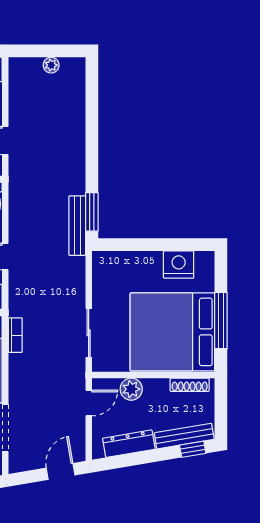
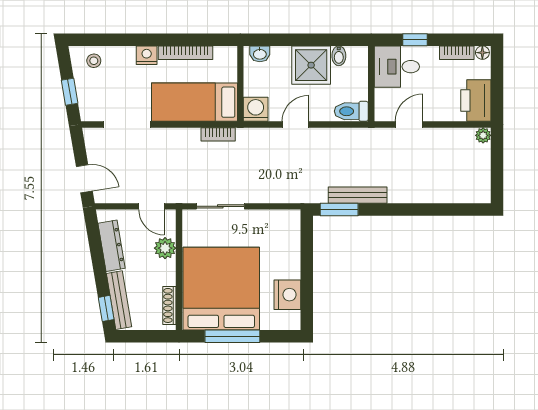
plant: (51, 65) -> (483, 135), moved
bench: (77, 226) -> (358, 195), moved

